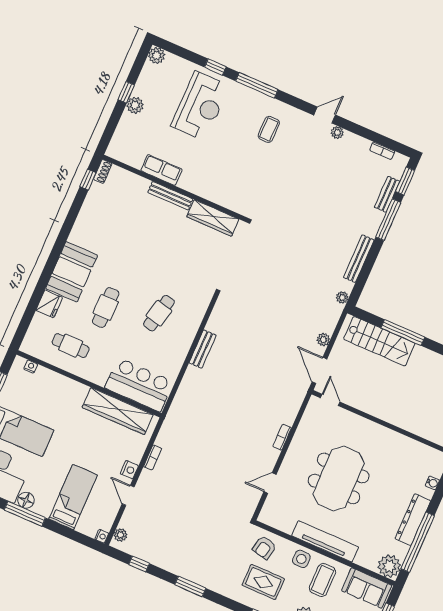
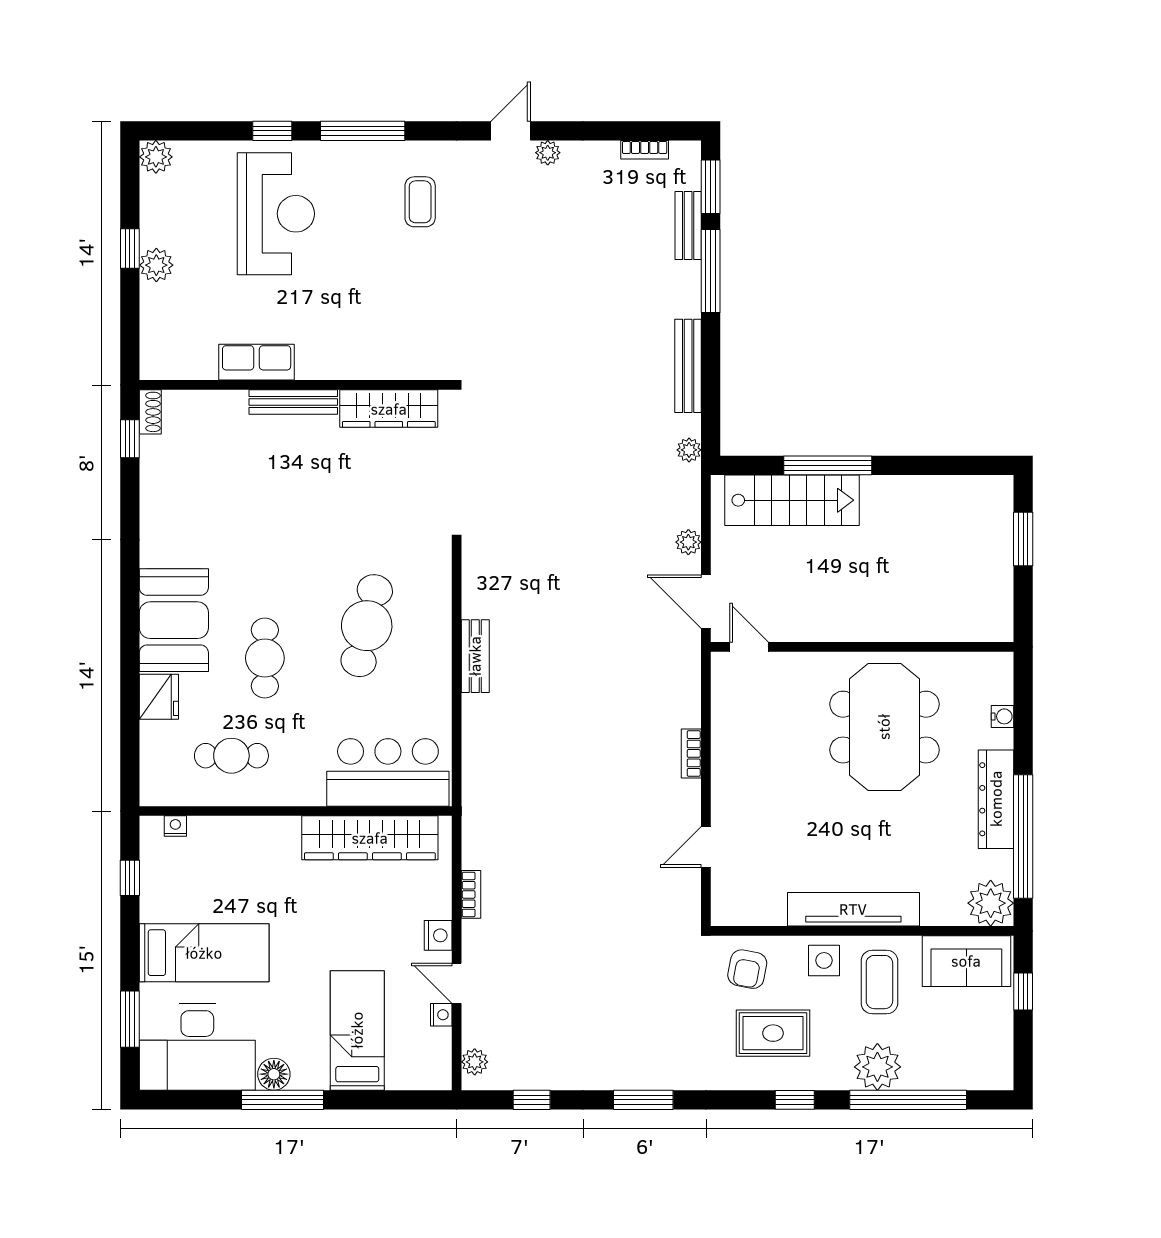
cafe table: (159, 313) -> (367, 626), width x1.37, depth x1.35
meeting table: (339, 479) -> (884, 727), moved
nightstand: (102, 536) -> (441, 1015), moved

